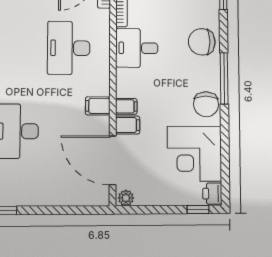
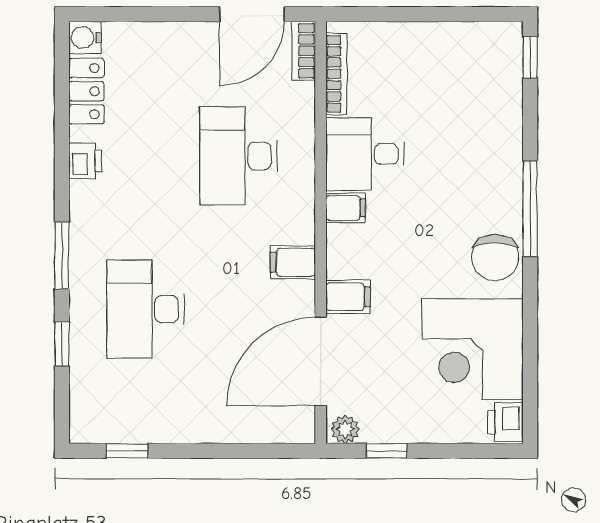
chair: (202, 42) -> (488, 140), removed
filing cabinet: (126, 106) -> (346, 208), moved
door: (113, 160) -> (321, 361), hinge flipped
window: (198, 210) -> (387, 451), moved

